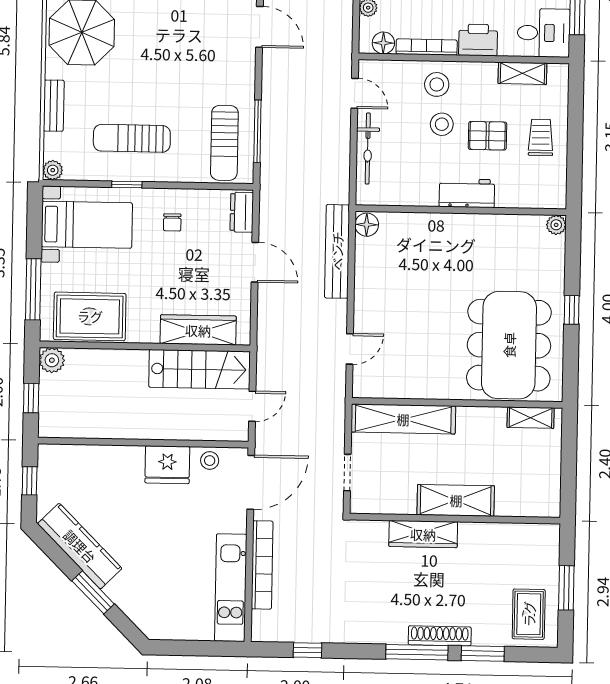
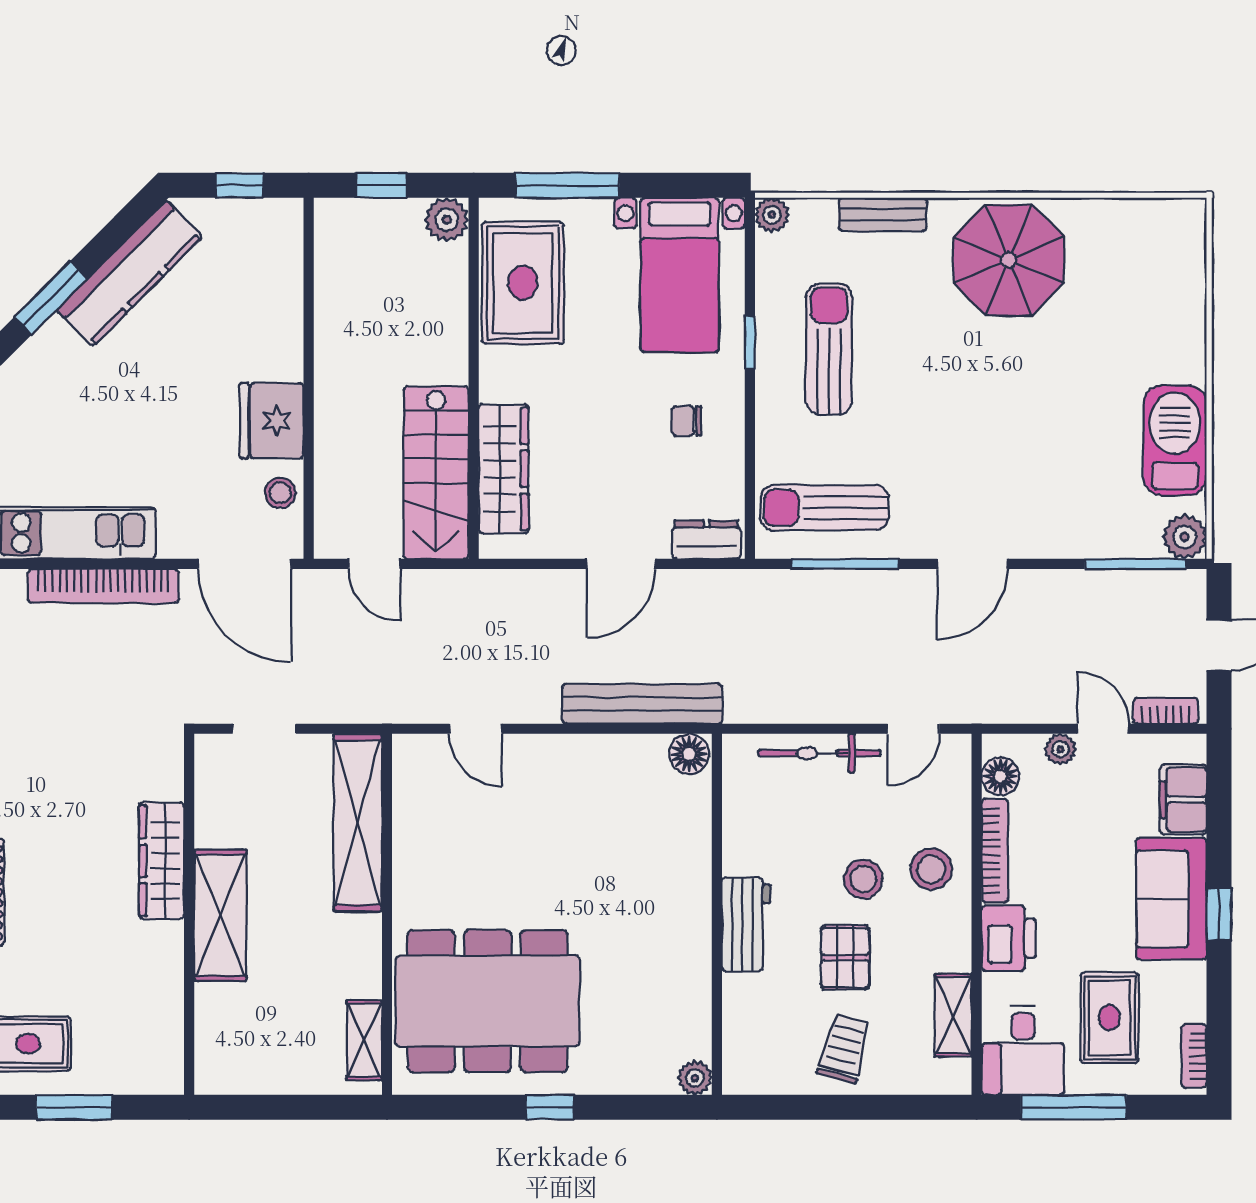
door: (259, 27) -> (972, 564), moved
trolley: (541, 137) -> (844, 1049), turned -75

